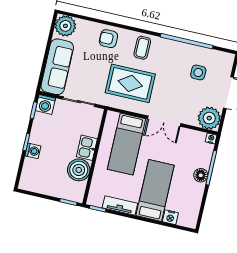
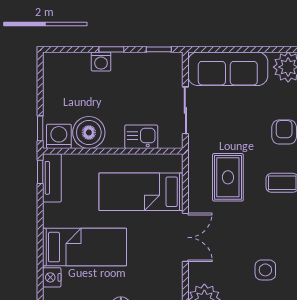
rug: (130, 83) -> (228, 177), width x0.73, depth x0.70
washing machine: (45, 104) -> (59, 136), moved, turned 90
double door: (164, 121) -> (185, 237), swing flipped
kitchen sink: (87, 148) -> (141, 137), moved
tv unit: (120, 205) -> (52, 178), moved

